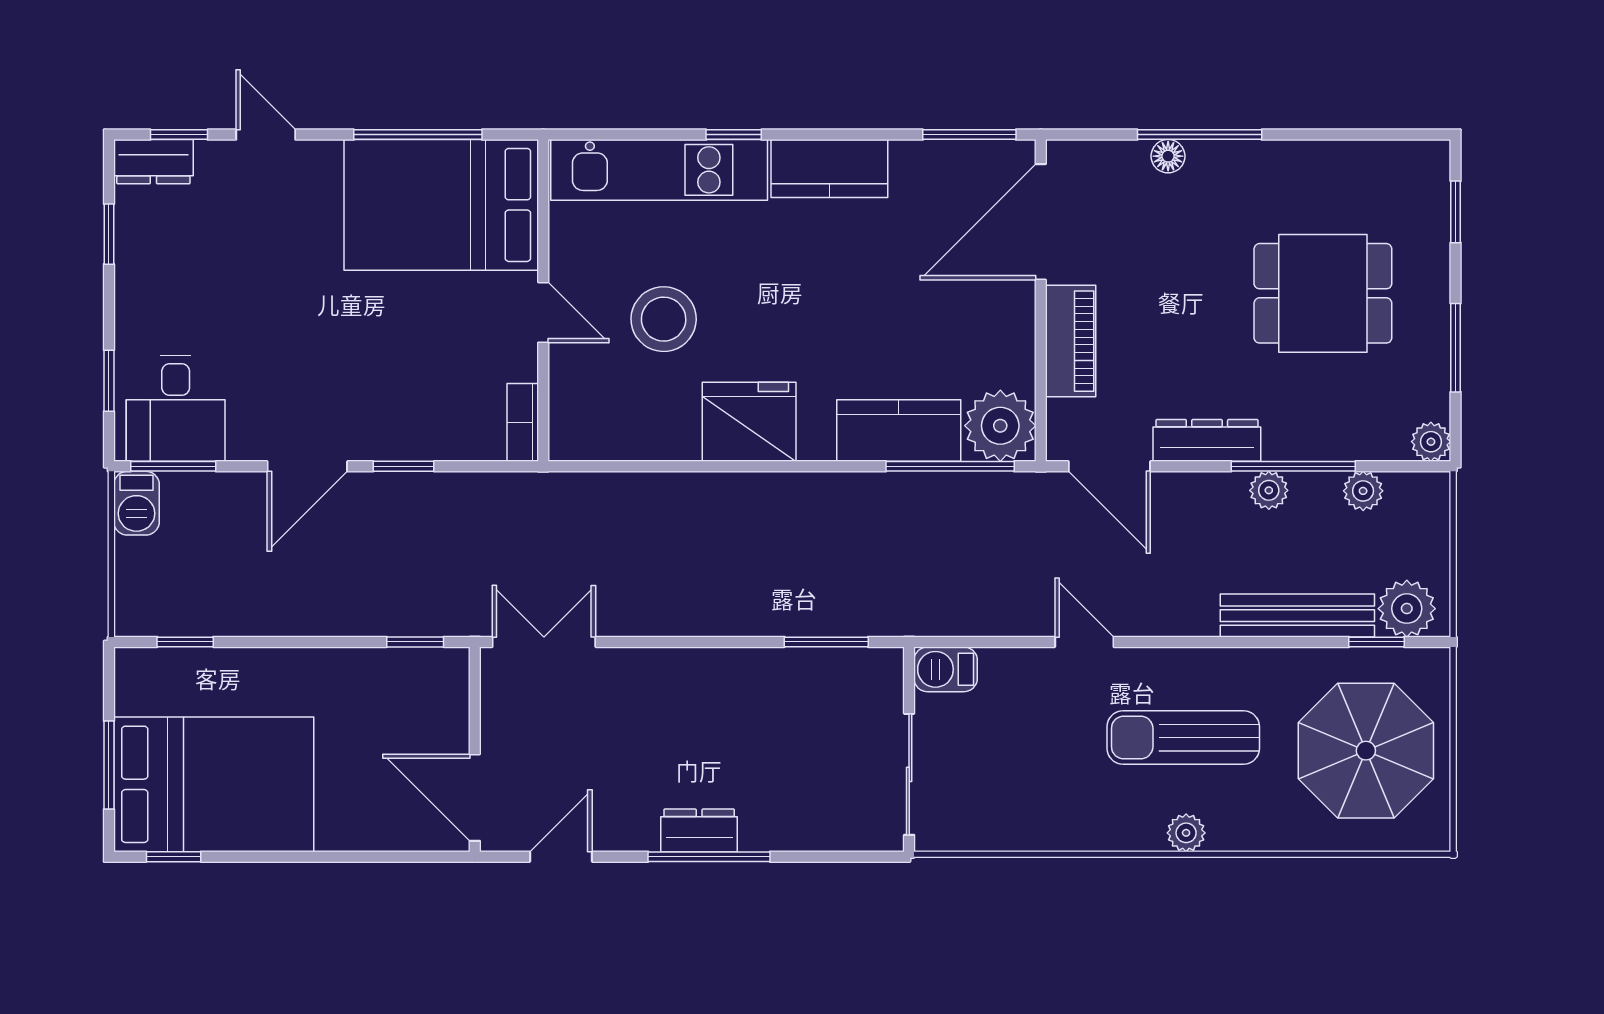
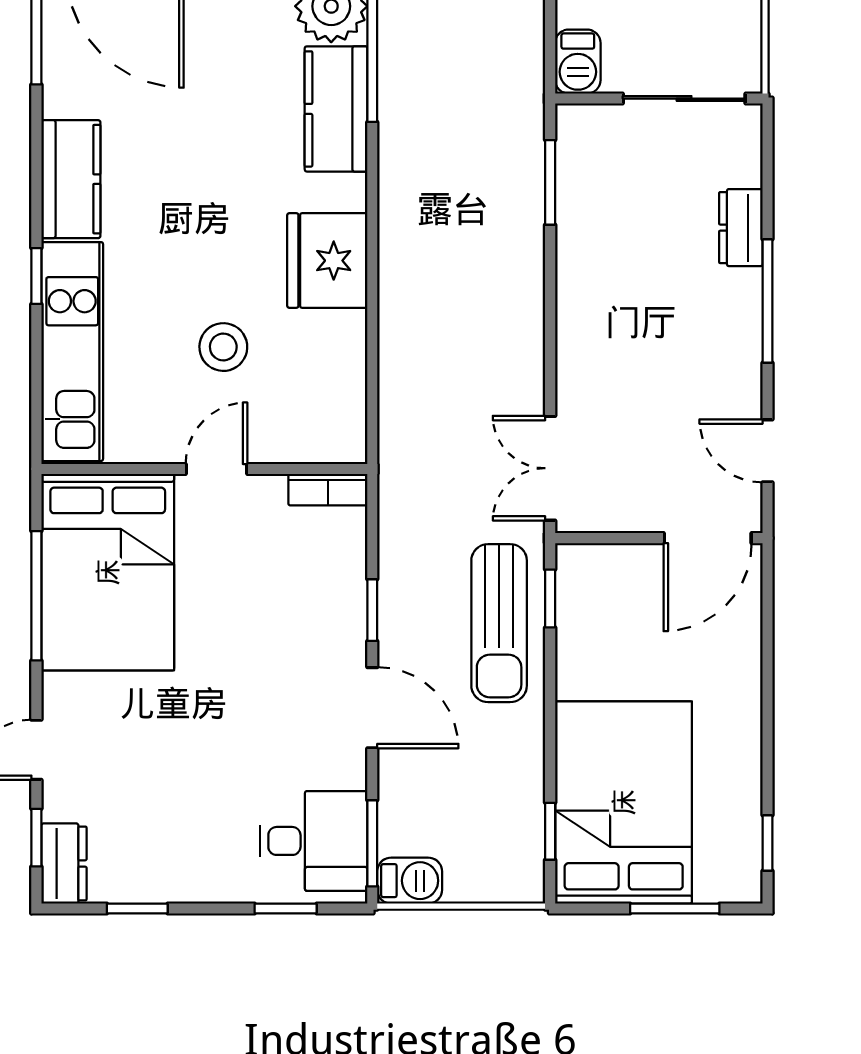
stool: (664, 319) -> (223, 347), width x0.73, depth x0.73
sun lounger: (391, 592) -> (499, 623), added
bed: (214, 784) -> (624, 802), moved
dresser: (699, 830) -> (741, 228), moved

